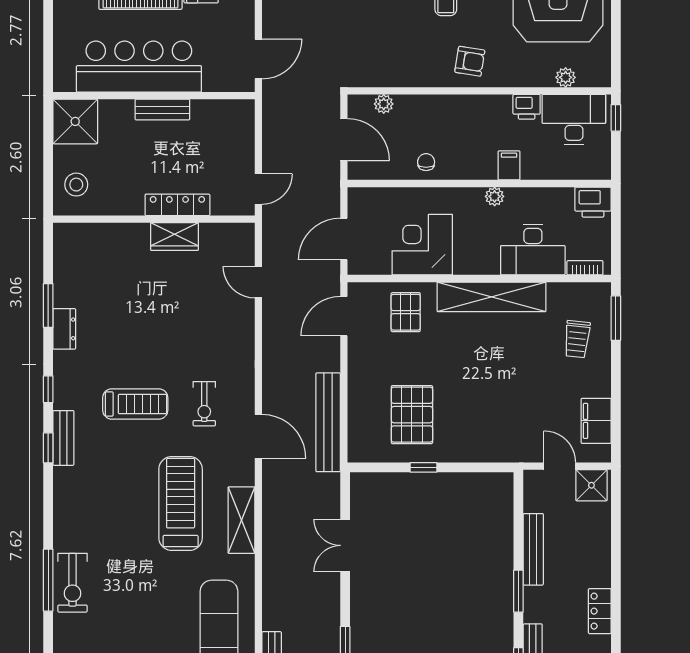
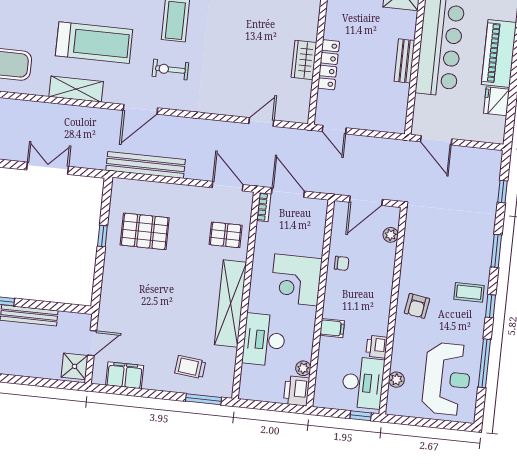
plant: (495, 196) -> (303, 368), moved
corner desk: (422, 245) -> (296, 280), moved, turned 180
bookcase: (585, 268) -> (264, 207), moved

